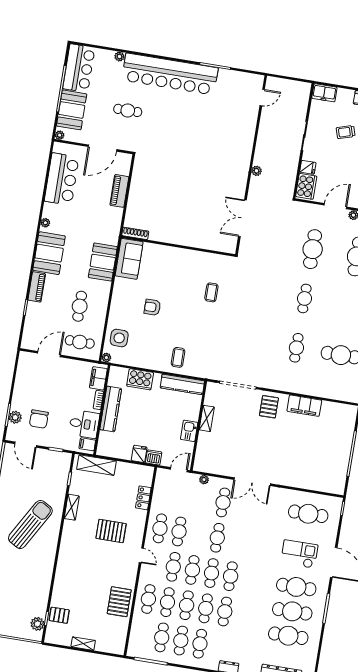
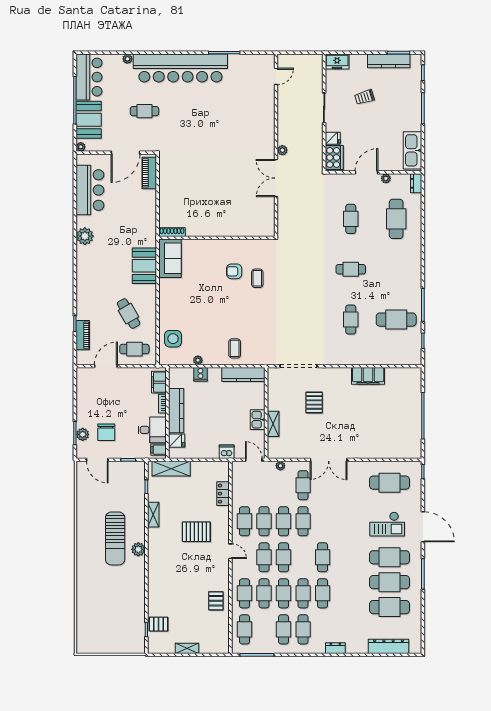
piano: (119, 191) -> (149, 173), moved
double door: (242, 218) -> (276, 178), moved
plant: (45, 223) -> (85, 236), width x1.88, depth x1.88
cafe table: (313, 249) -> (351, 219), width x0.73, depth x0.74
booth: (49, 253) -> (89, 266), removed
piano: (37, 287) -> (83, 335), moved
cafe table: (305, 298) -> (351, 269), turned 90
cafe table: (80, 306) -> (129, 314), turned -30
armchair: (152, 307) -> (234, 271), moved
plant: (106, 358) -> (198, 360), moved
cooker: (140, 379) -> (200, 374), width x0.53, depth x0.76
pallet: (269, 407) -> (314, 402), moved
shelving: (207, 418) -> (273, 424), moved
fridge: (139, 454) -> (177, 441), moved, turned 90
door: (179, 470) -> (254, 460), hinge flipped
sun lounger: (30, 524) -> (115, 538), turned 150
checkout: (299, 554) -> (387, 524), turned 180
cafe table: (212, 573) -> (284, 521), moved
pallet: (119, 602) -> (216, 601), width x0.67, depth x0.71
plant: (37, 624) -> (138, 549), moved
cafe table: (162, 637) -> (245, 629), moved

